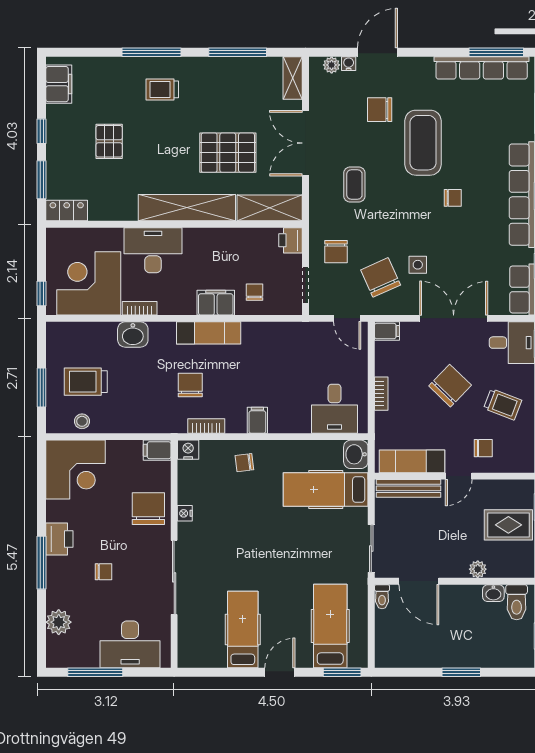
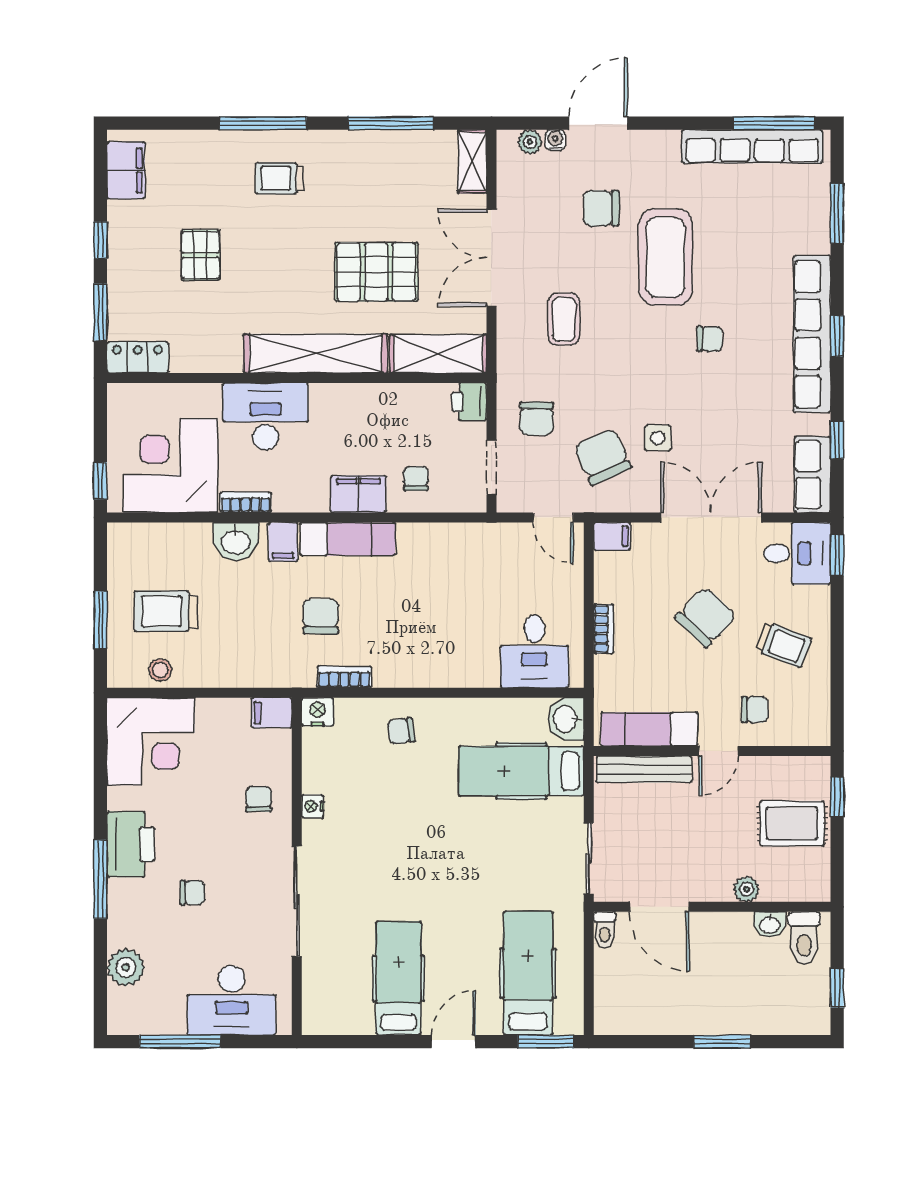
filing cabinet: (257, 420) -> (283, 542), moved, turned 180
chair: (148, 509) -> (259, 799), width x0.54, depth x0.54
printer: (59, 539) -> (131, 844), width x1.37, depth x1.19

